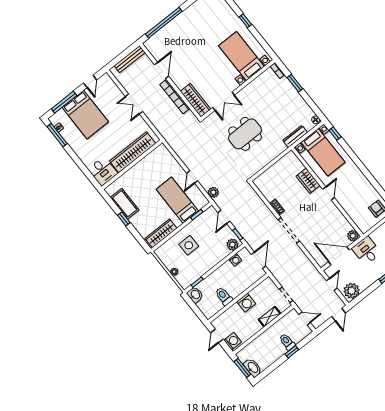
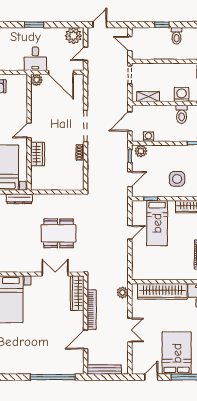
plant: (213, 192) -> (123, 293), moved
washing machine: (246, 303) -> (182, 95), moved
shelving: (270, 317) -> (148, 97), moved
toilet: (287, 342) -> (177, 36), moved

